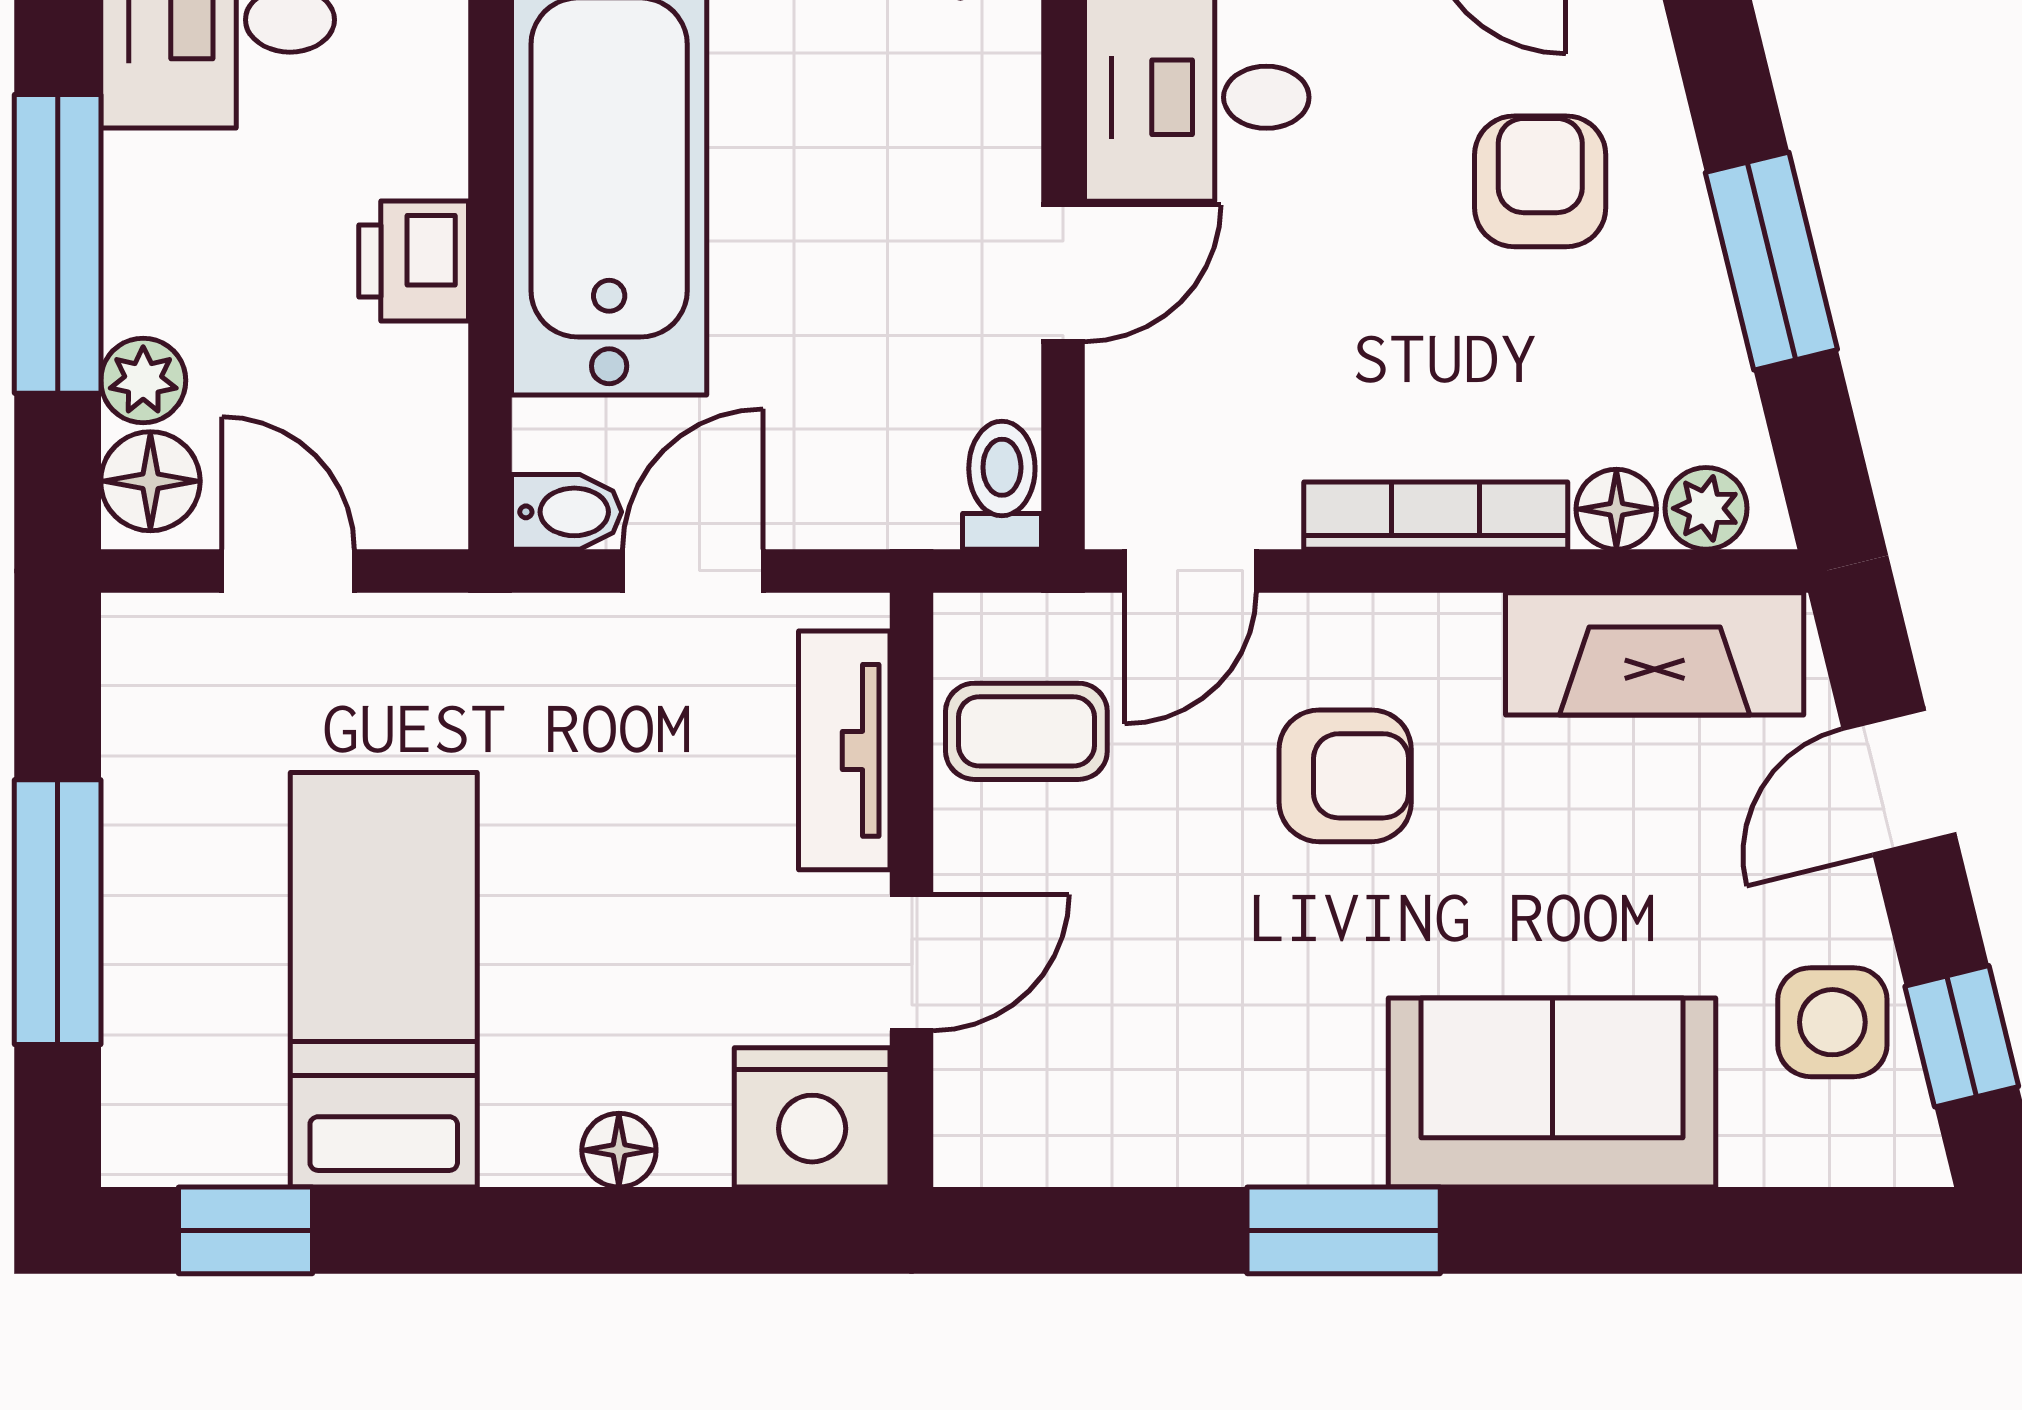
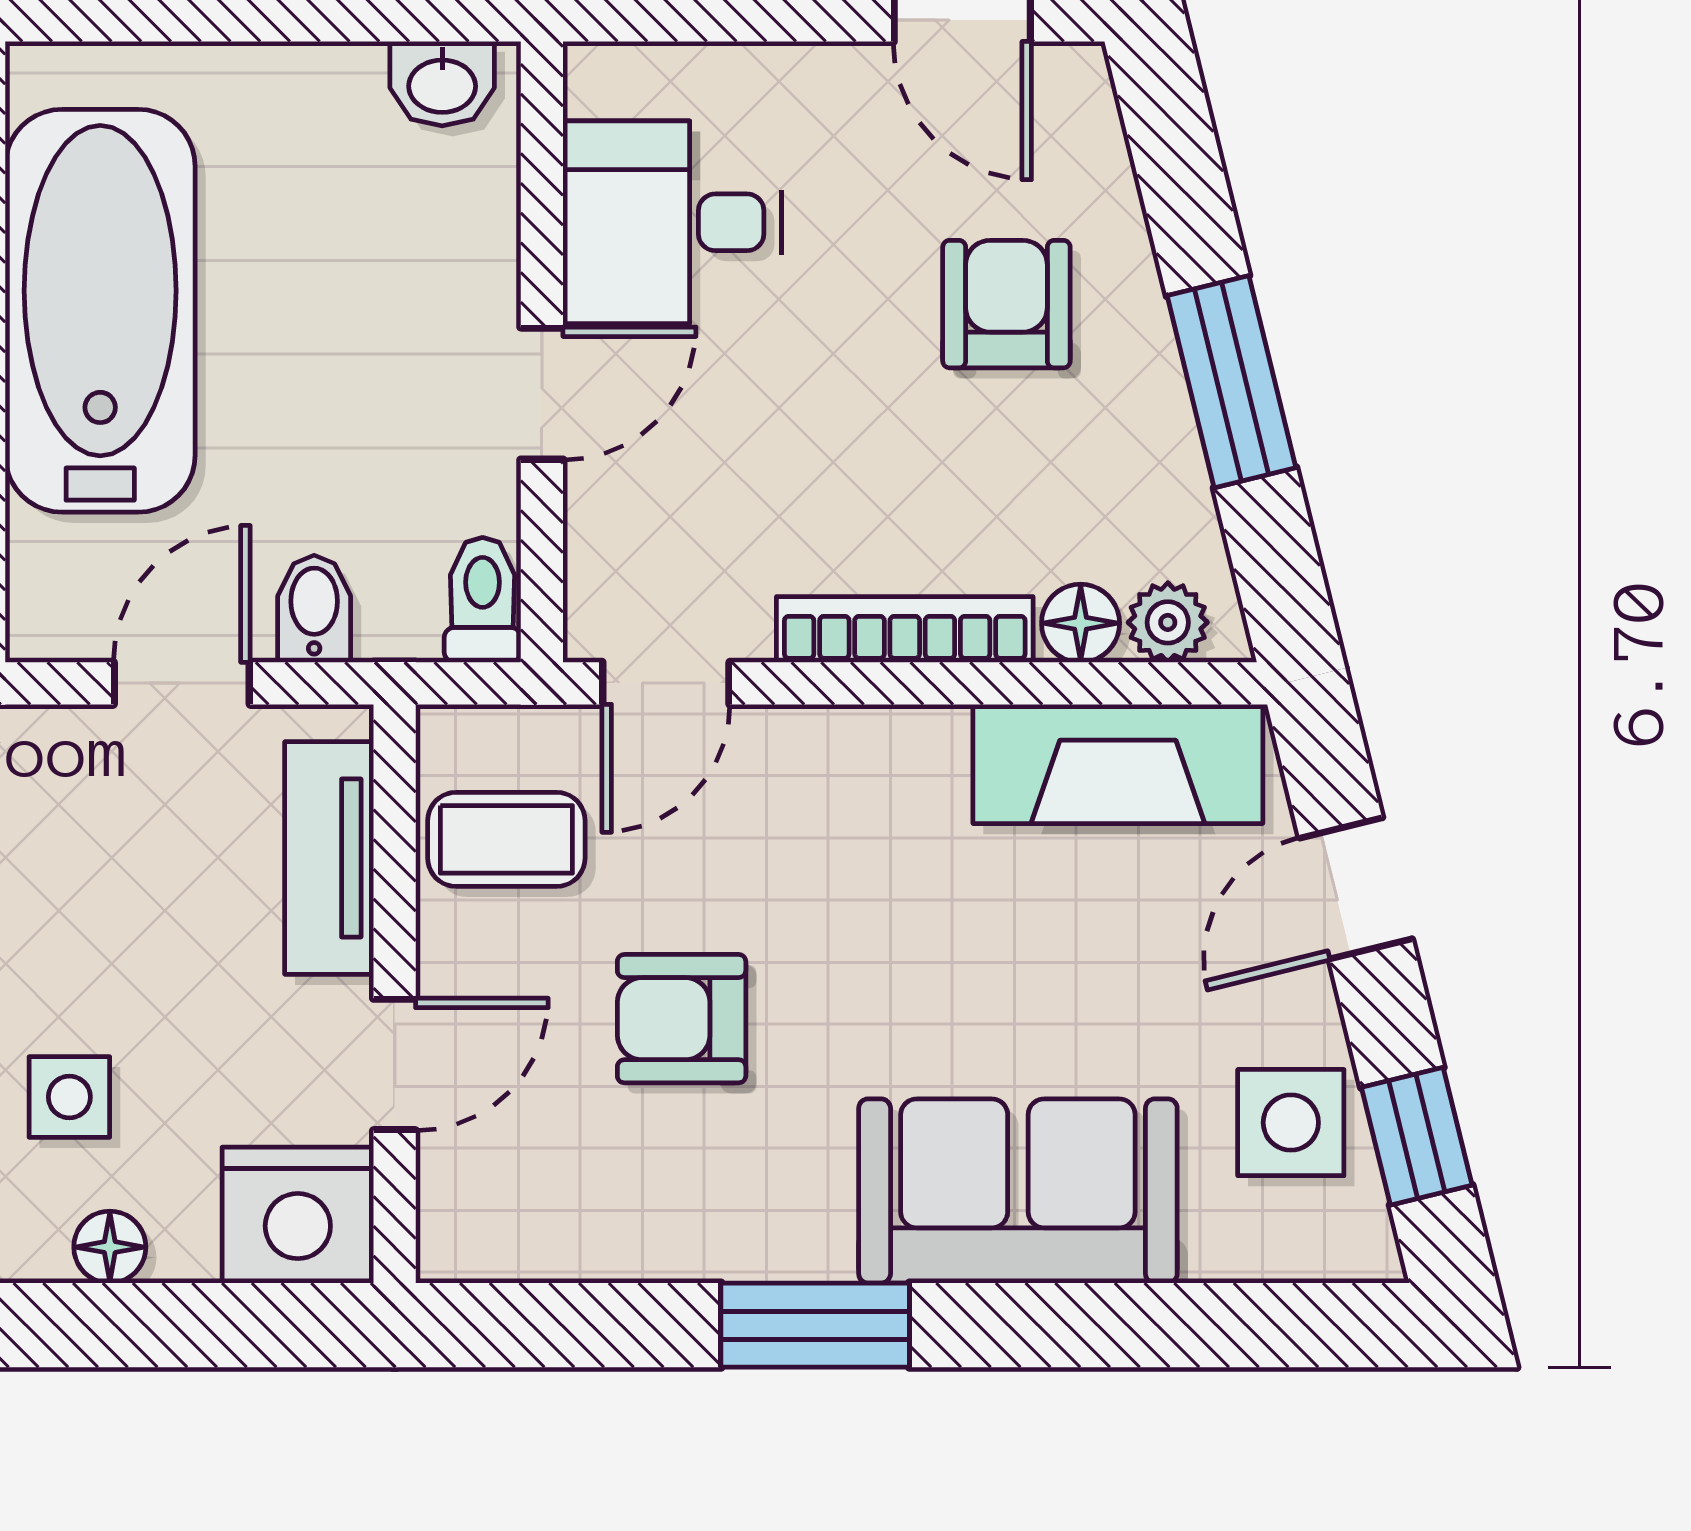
bidet: (567, 512) -> (314, 609), moved, turned -90
armchair: (1345, 776) -> (682, 1019), moved, turned 180
side table: (577, 996) -> (69, 1097), added

